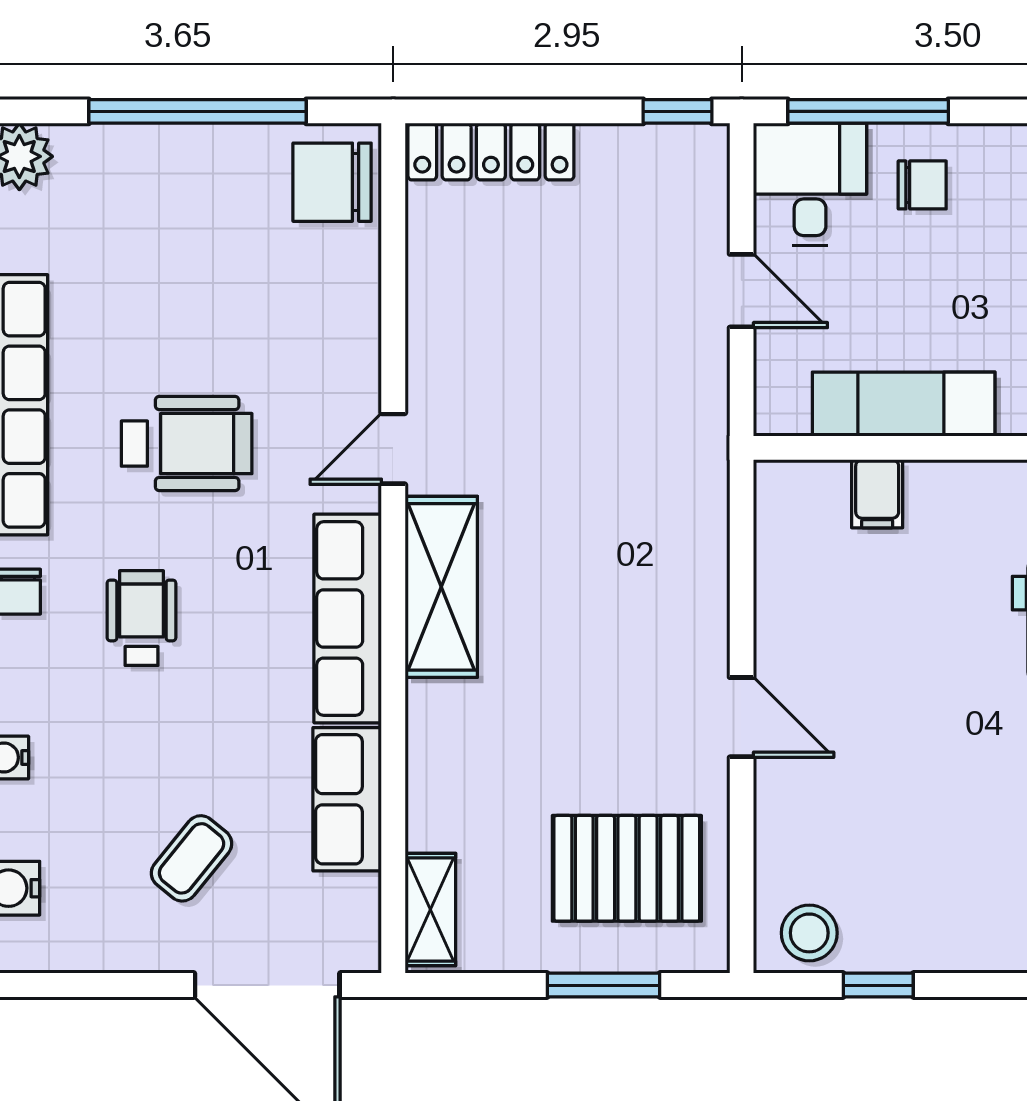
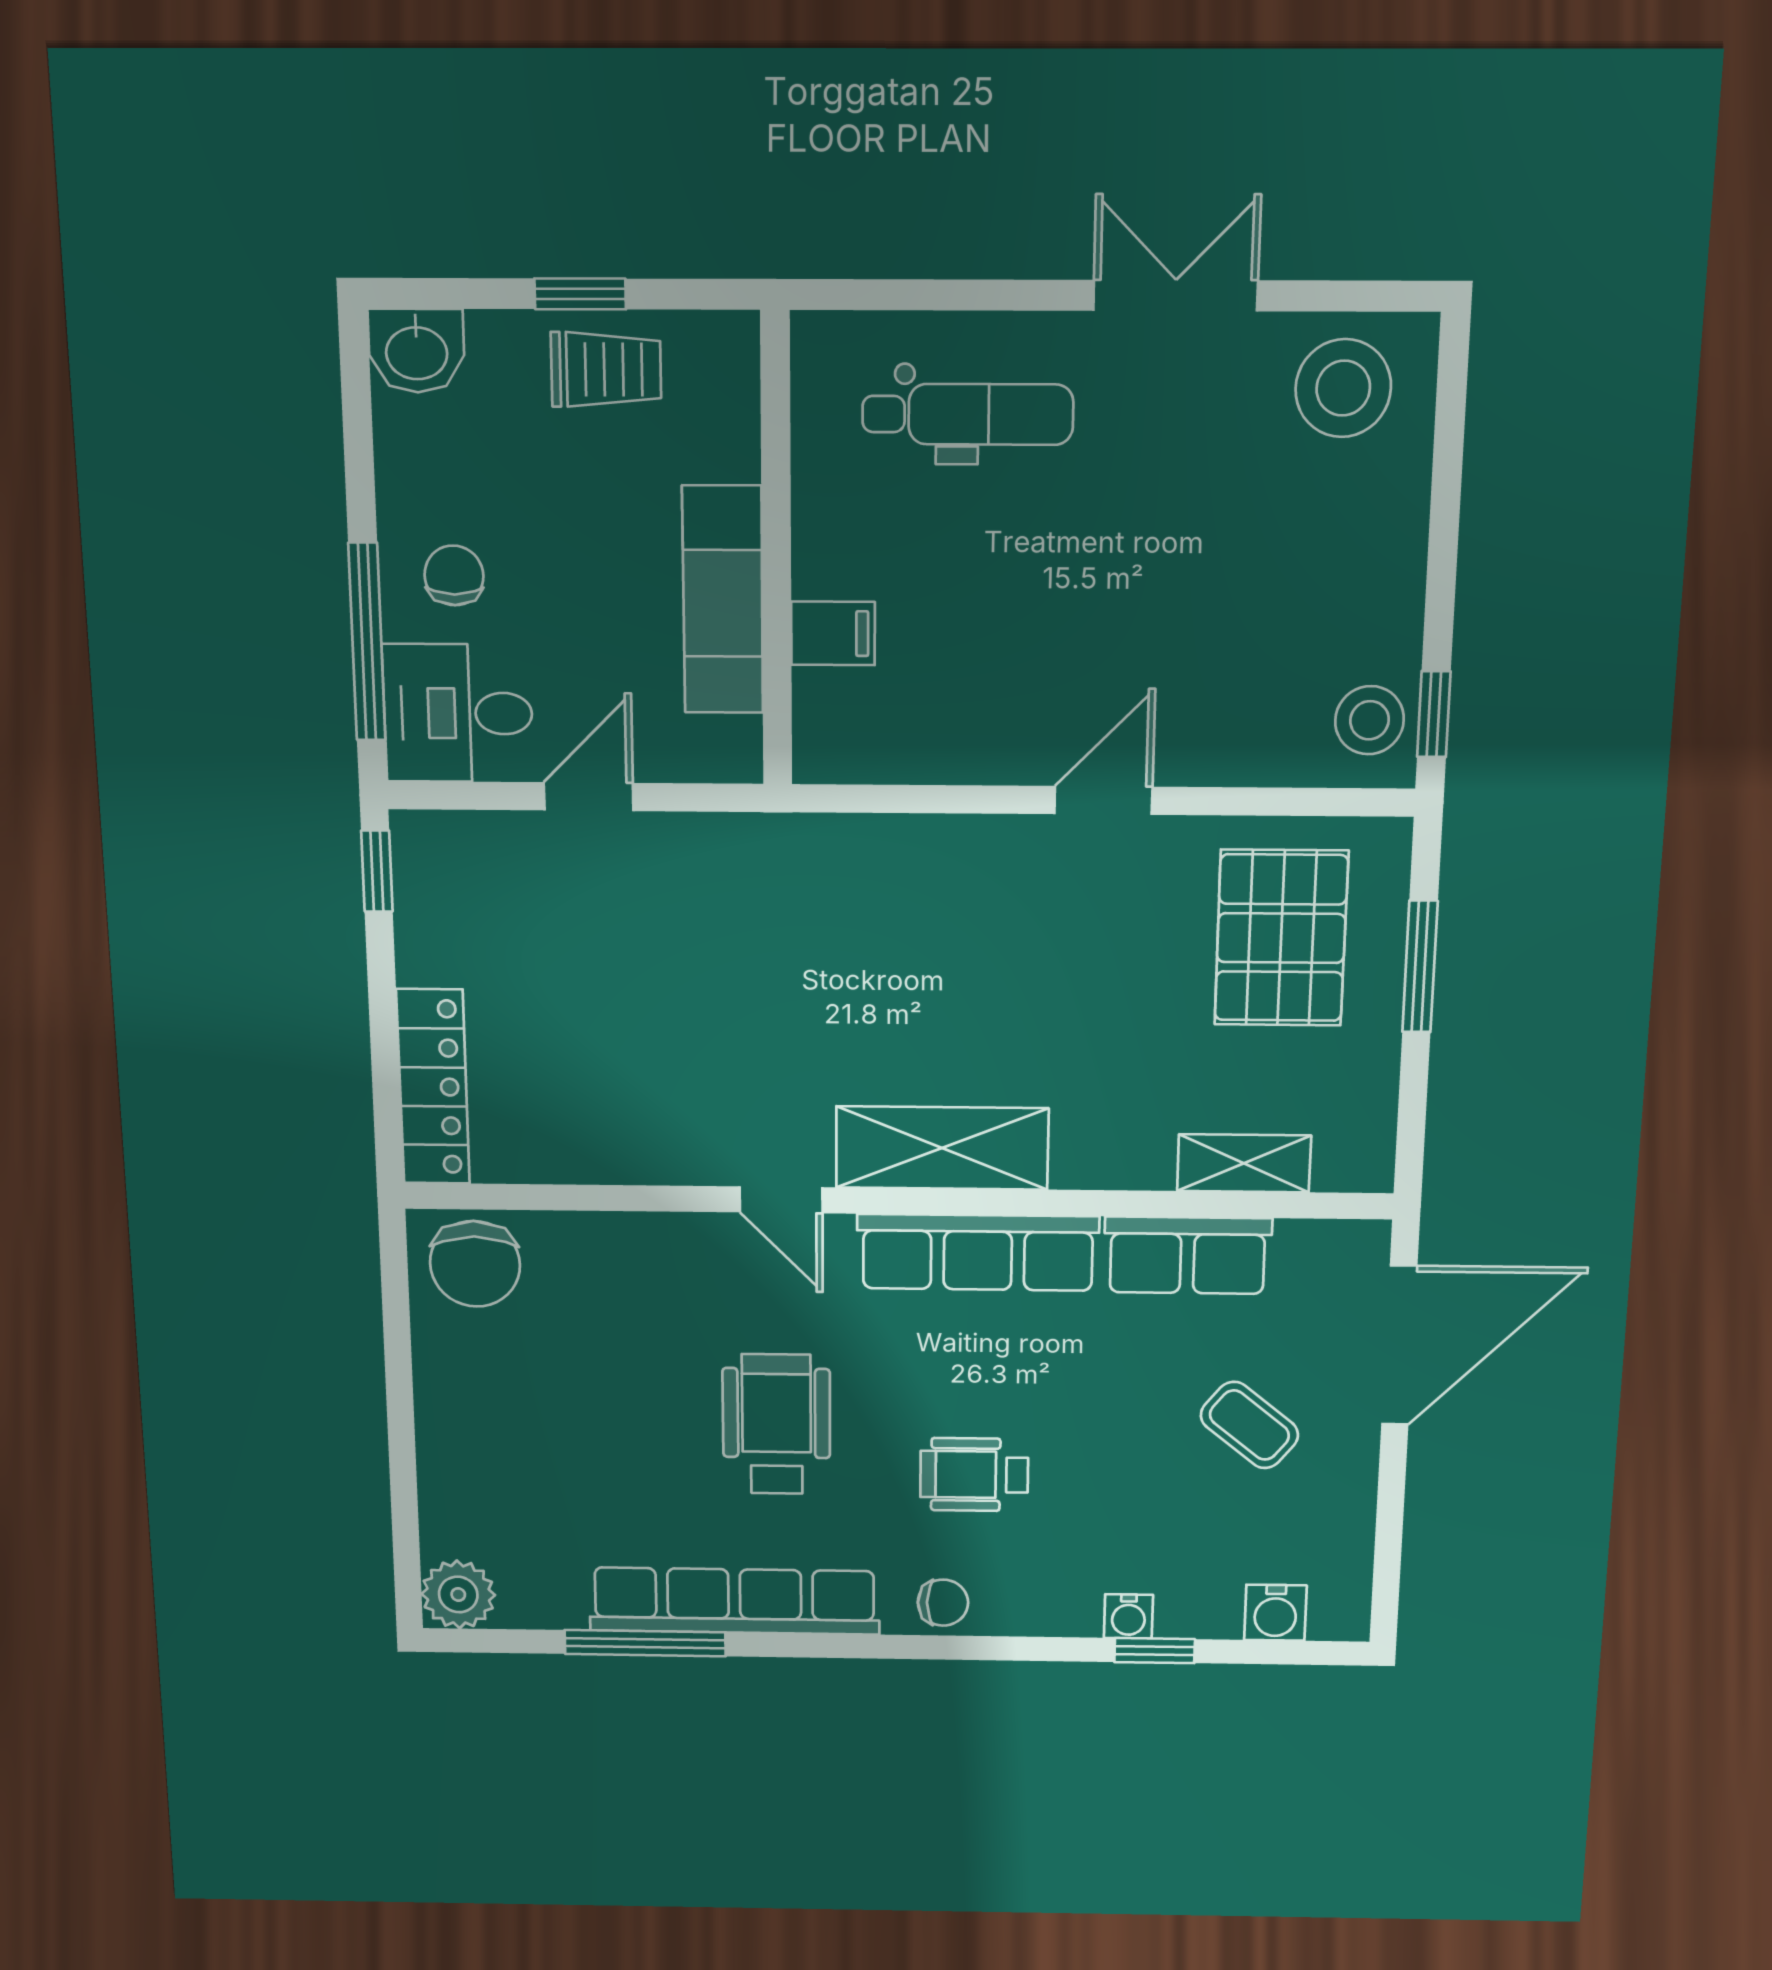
window: (198, 111) -> (400, 1408), removed
shelving: (430, 910) -> (1244, 1163), moved
window: (878, 985) -> (1434, 714), moved

